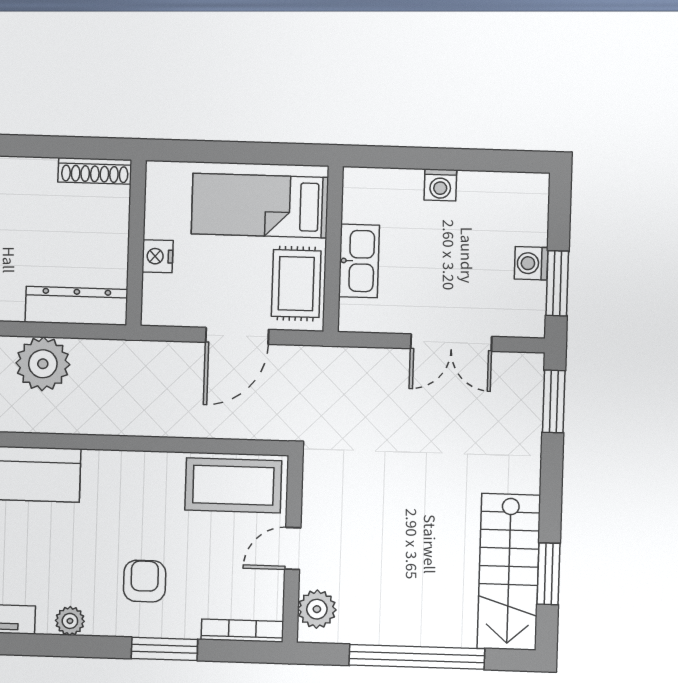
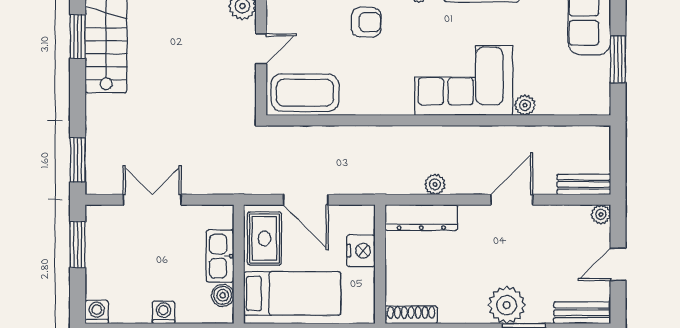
boiler: (357, 206) -> (223, 295), added
nightstand: (158, 256) -> (361, 251), width x1.36, depth x1.33
washing machine: (531, 263) -> (97, 312), moved, turned -90
door: (237, 336) -> (306, 200), swing flipped
plant: (43, 364) -> (435, 184), width x0.53, depth x0.53
armchair: (145, 581) -> (366, 22), turned -90

